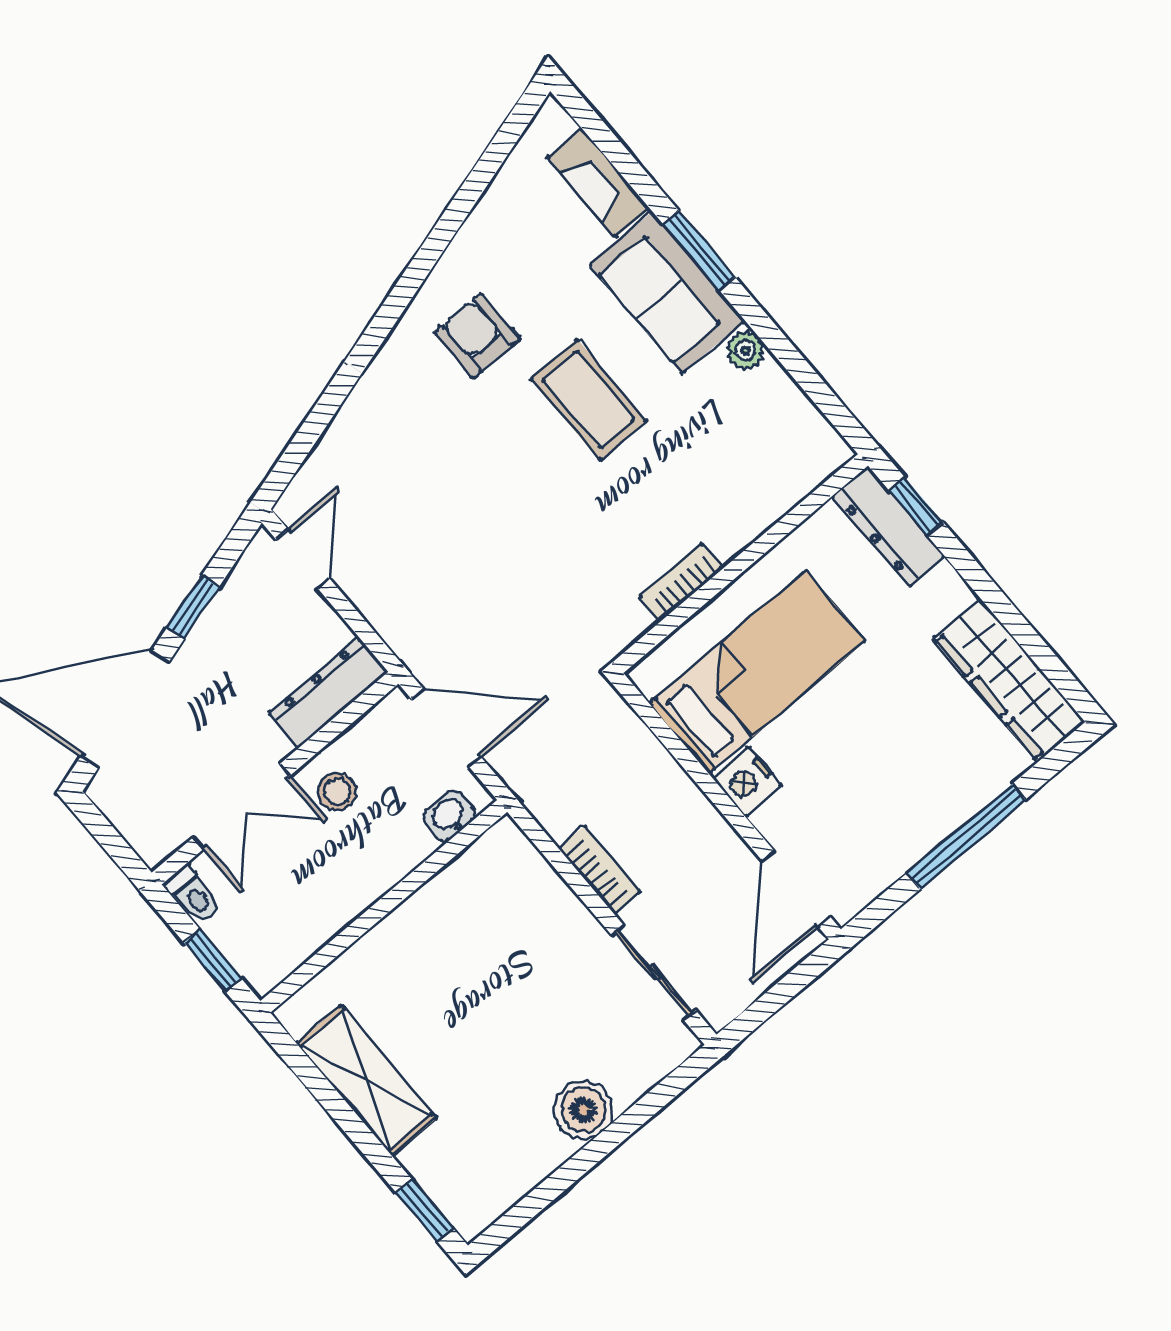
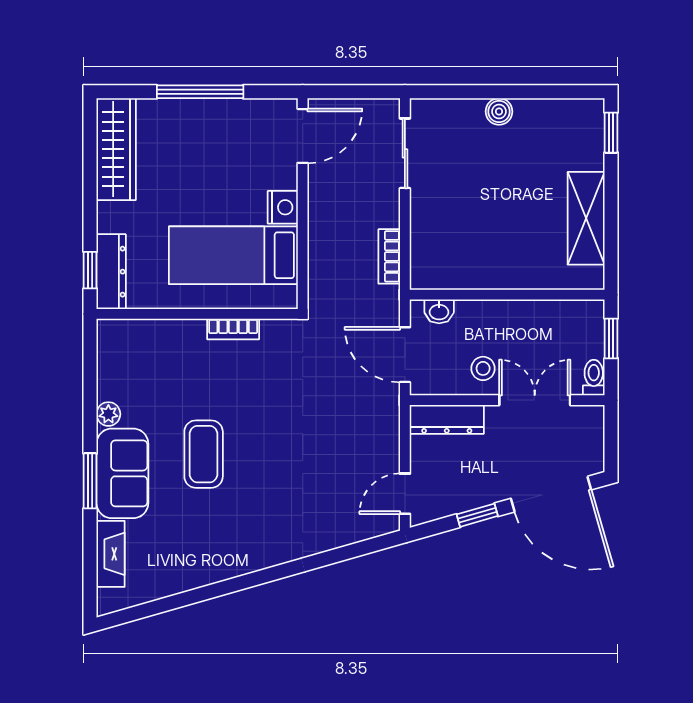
armchair: (477, 336) -> (231, 530), removed
bookcase: (600, 870) -> (389, 256), moved
boiler: (583, 1110) -> (499, 112), width x0.73, depth x0.73

